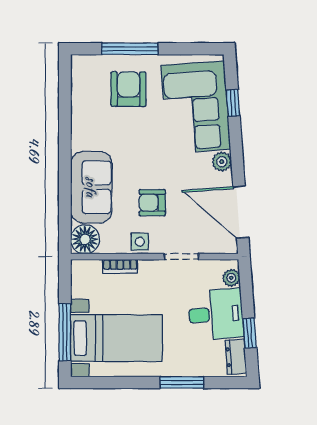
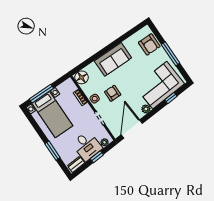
window: (130, 49) -> (171, 54), moved
armchair: (128, 89) -> (149, 44), moved, turned 90
sofa: (91, 187) -> (113, 59), moved
window: (250, 333) -> (97, 157), moved

